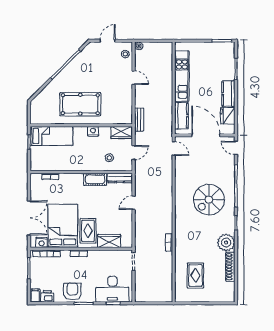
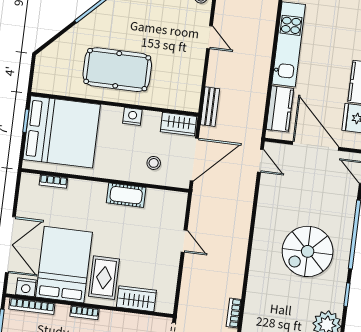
bed: (51, 136) -> (62, 132), width x2.04
door: (134, 153) -> (194, 159), width x1.88
dresser: (120, 178) -> (167, 198), removed
door: (134, 203) -> (184, 241), swing flipped

